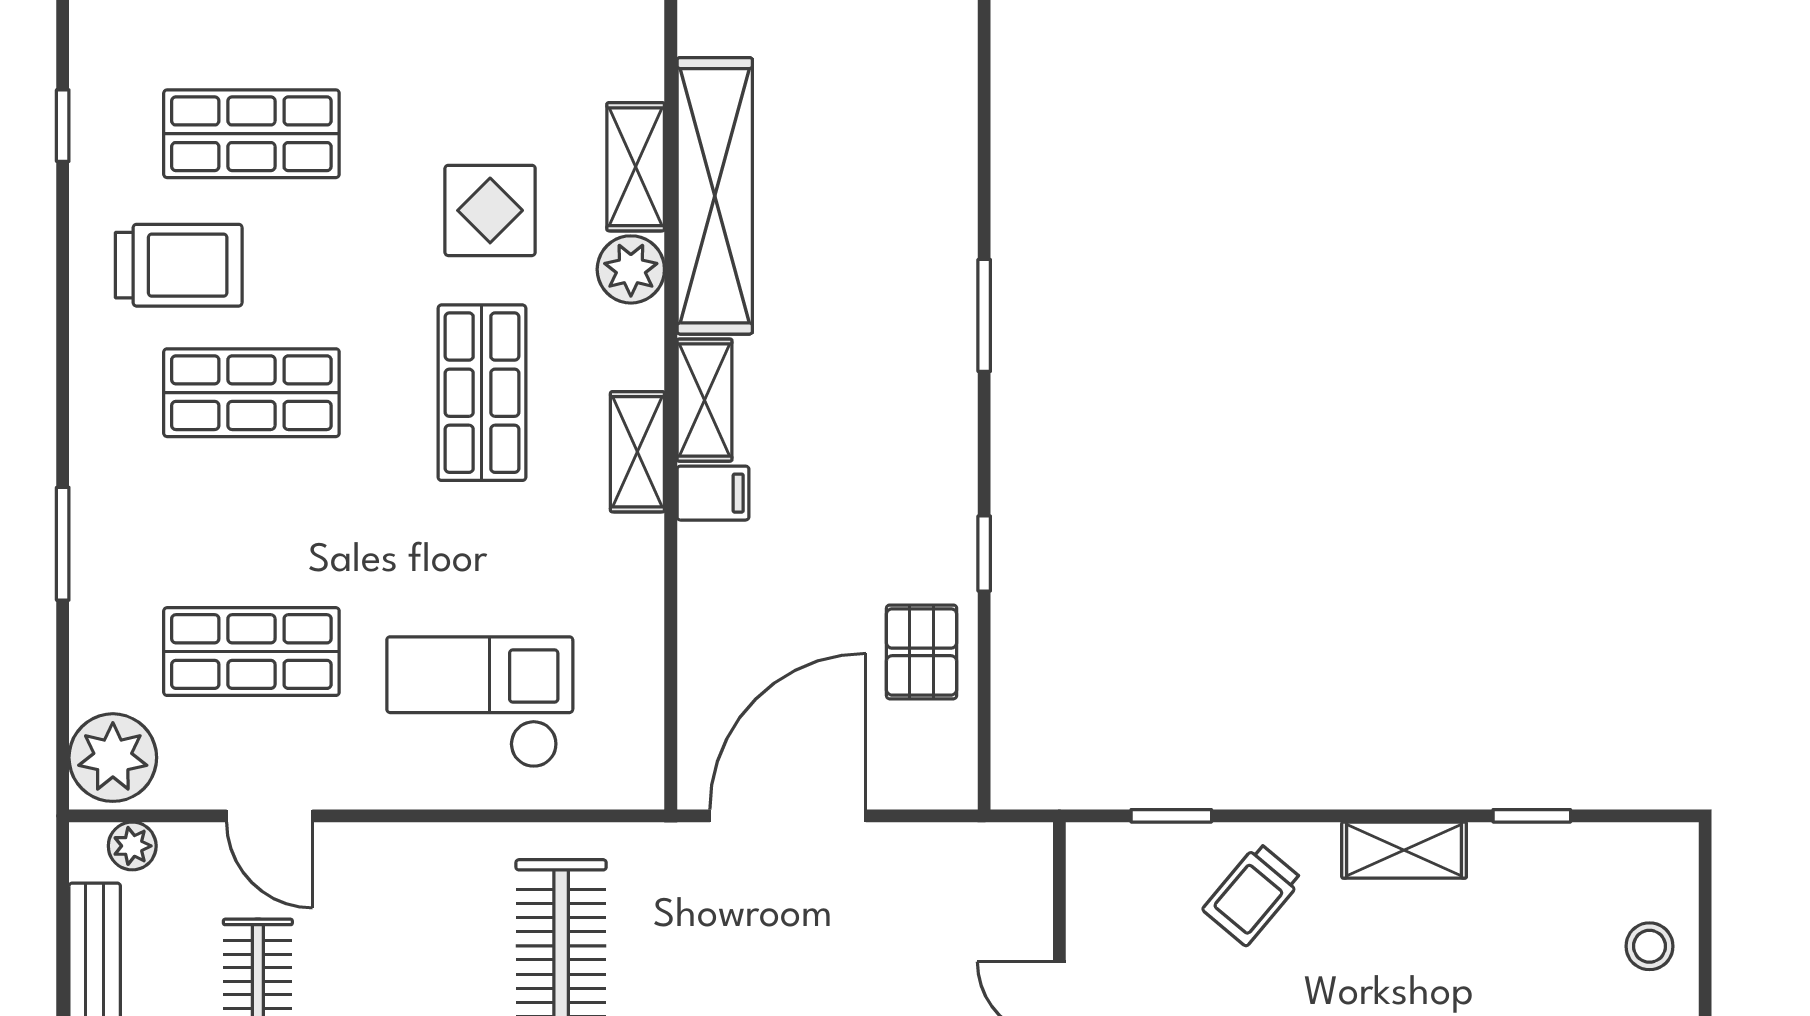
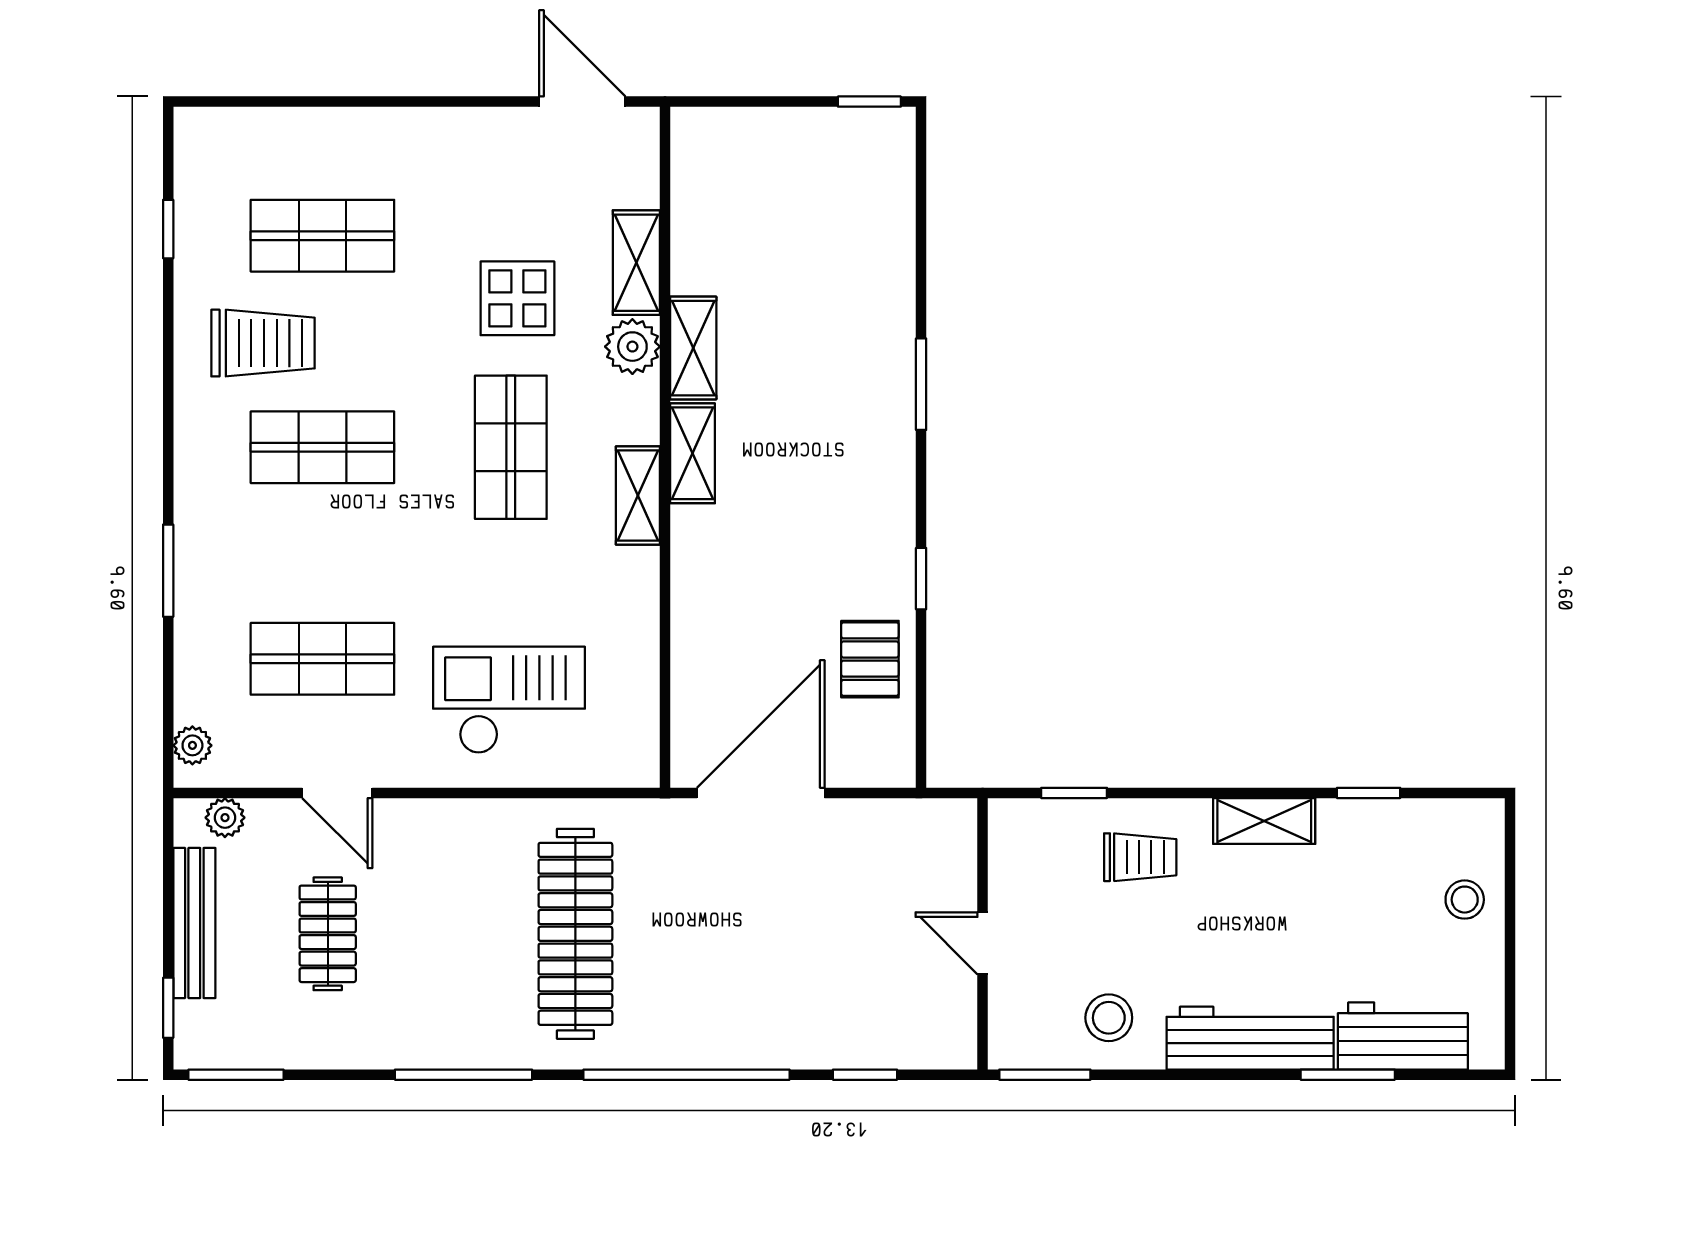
shelving: (715, 196) -> (693, 348), width x0.45, depth x0.75
filing cabinet: (713, 493) -> (700, 529), removed
plant: (113, 758) -> (192, 745), width x0.53, depth x0.53
trolley: (1252, 894) -> (1140, 857), turned -130

